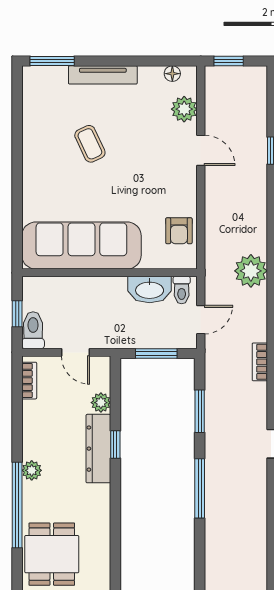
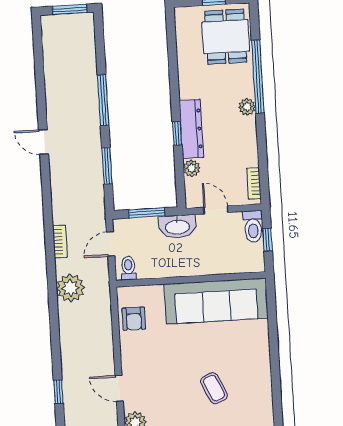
armchair: (179, 231) -> (134, 319), turned 180
washbasin: (150, 290) -> (177, 226), moved, turned 180
bookcase: (260, 362) -> (60, 242), moved

